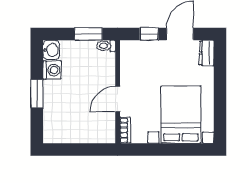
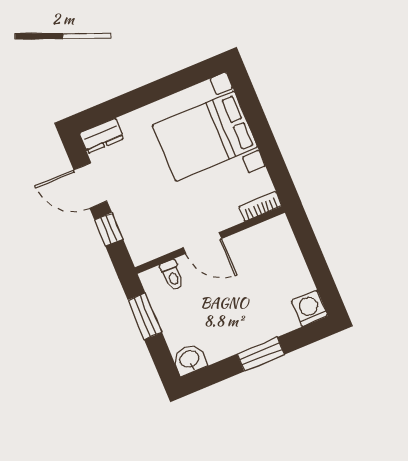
toilet: (106, 46) -> (172, 275), moved
washing machine: (52, 70) -> (309, 308), moved
door: (118, 99) -> (202, 243), moved

